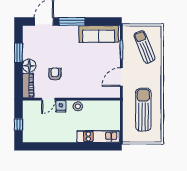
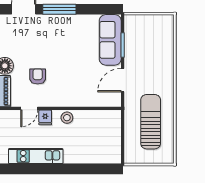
sofa: (99, 34) -> (110, 40), moved, turned 90
sun lounger: (144, 47) -> (152, 42), removed
kitchen unit: (98, 136) -> (36, 156), moved

